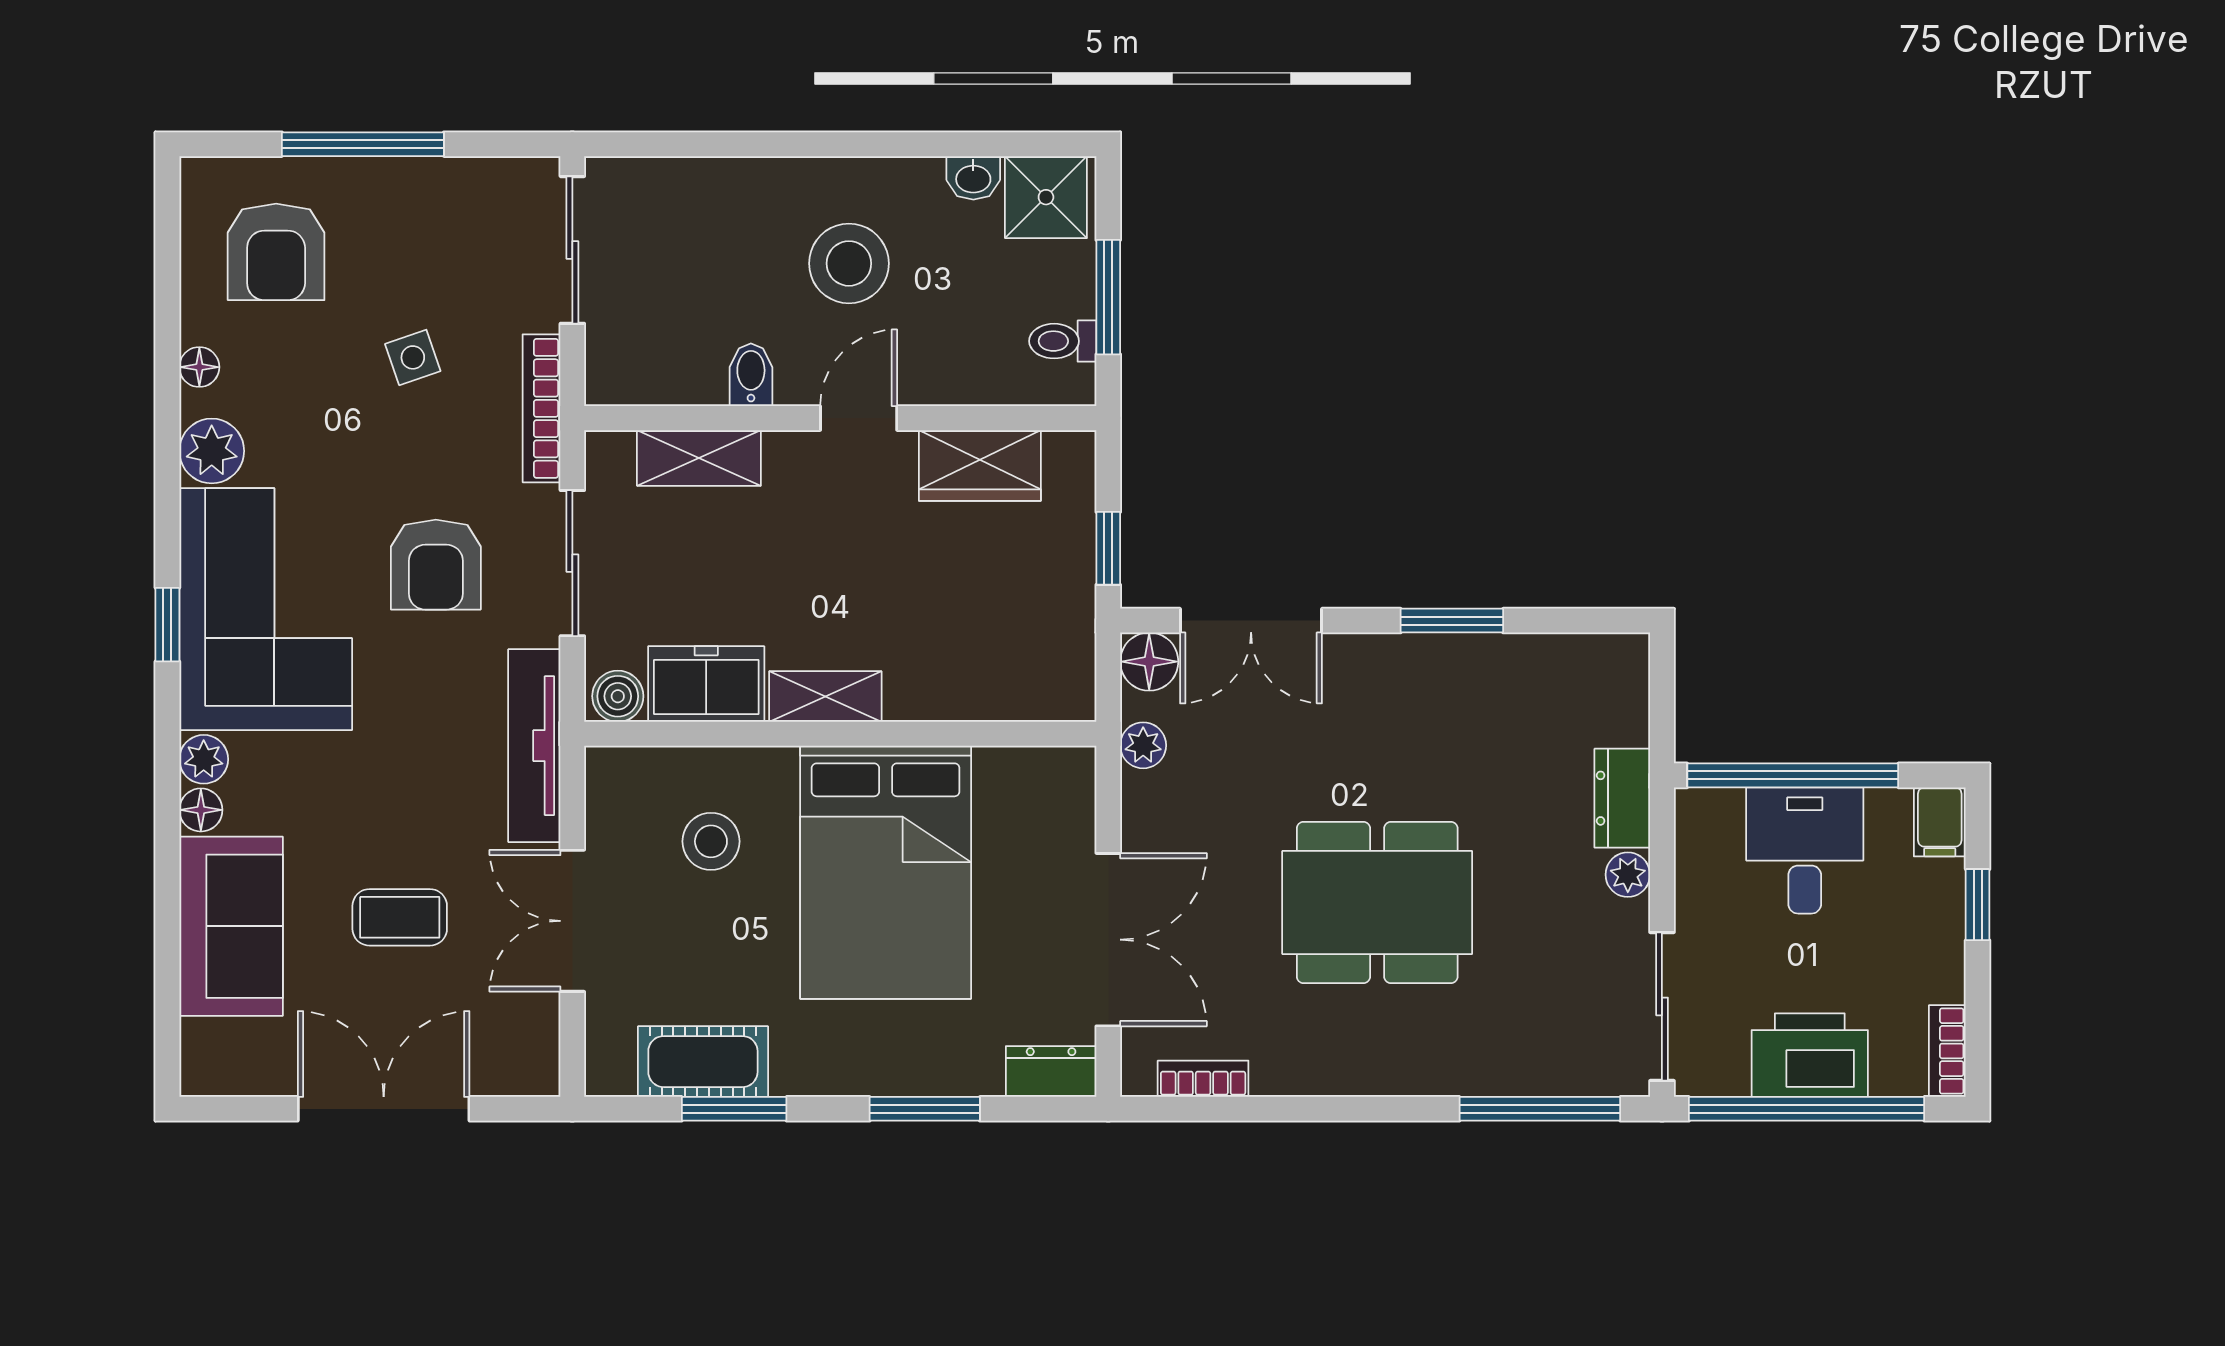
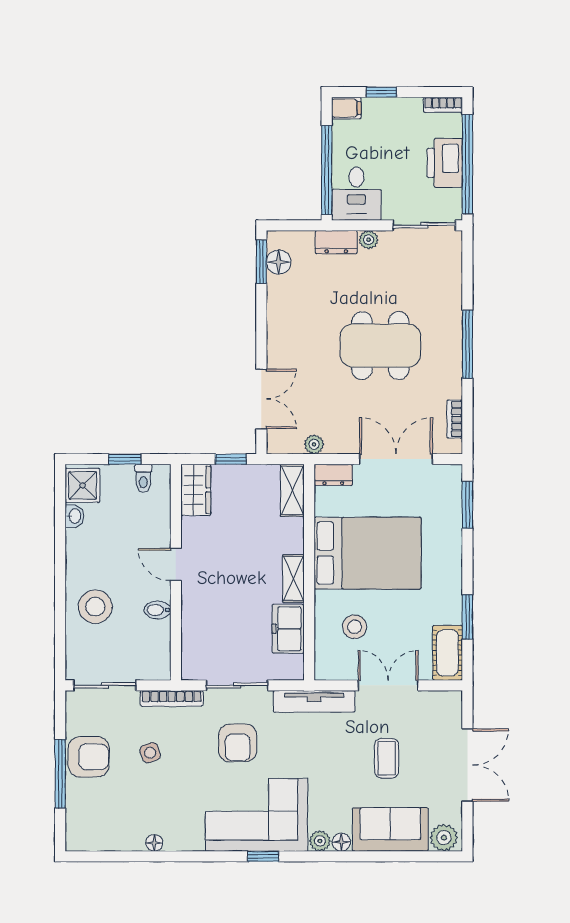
armchair: (276, 252) -> (89, 757), moved
stool: (849, 263) -> (95, 607), moved
window: (1108, 297) -> (125, 459), width x0.67
plant: (212, 451) -> (444, 838), moved
shelving: (699, 458) -> (292, 490), moved
wardrobe: (980, 465) -> (196, 490), moved
armchair: (436, 565) -> (238, 743), turned 90
window: (1452, 621) -> (261, 262), moved
floor lamp: (1149, 662) -> (279, 262), moved
boiler: (618, 696) -> (293, 666), removed
desk: (1805, 850) -> (356, 194), moved, turned -90
dining table: (1377, 902) -> (380, 346), turned 90
double door: (572, 921) -> (388, 685), swing flipped
cot: (703, 1062) -> (447, 653), moved
dresser: (1051, 1071) -> (333, 475), moved, turned -90
double door: (384, 1109) -> (467, 765), swing flipped
window: (925, 1109) -> (467, 505), moved
window: (1540, 1109) -> (467, 344), moved

